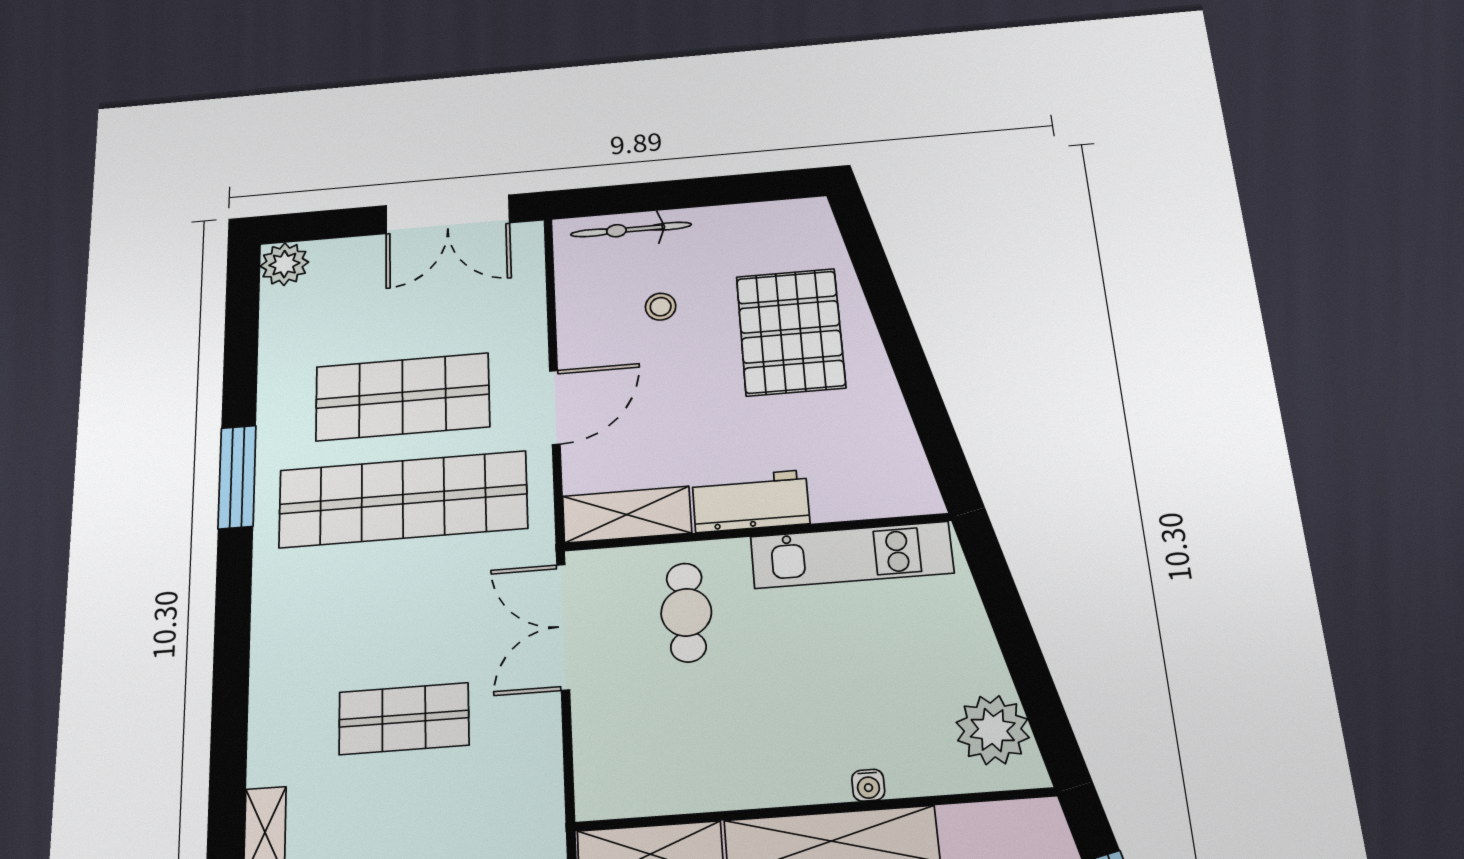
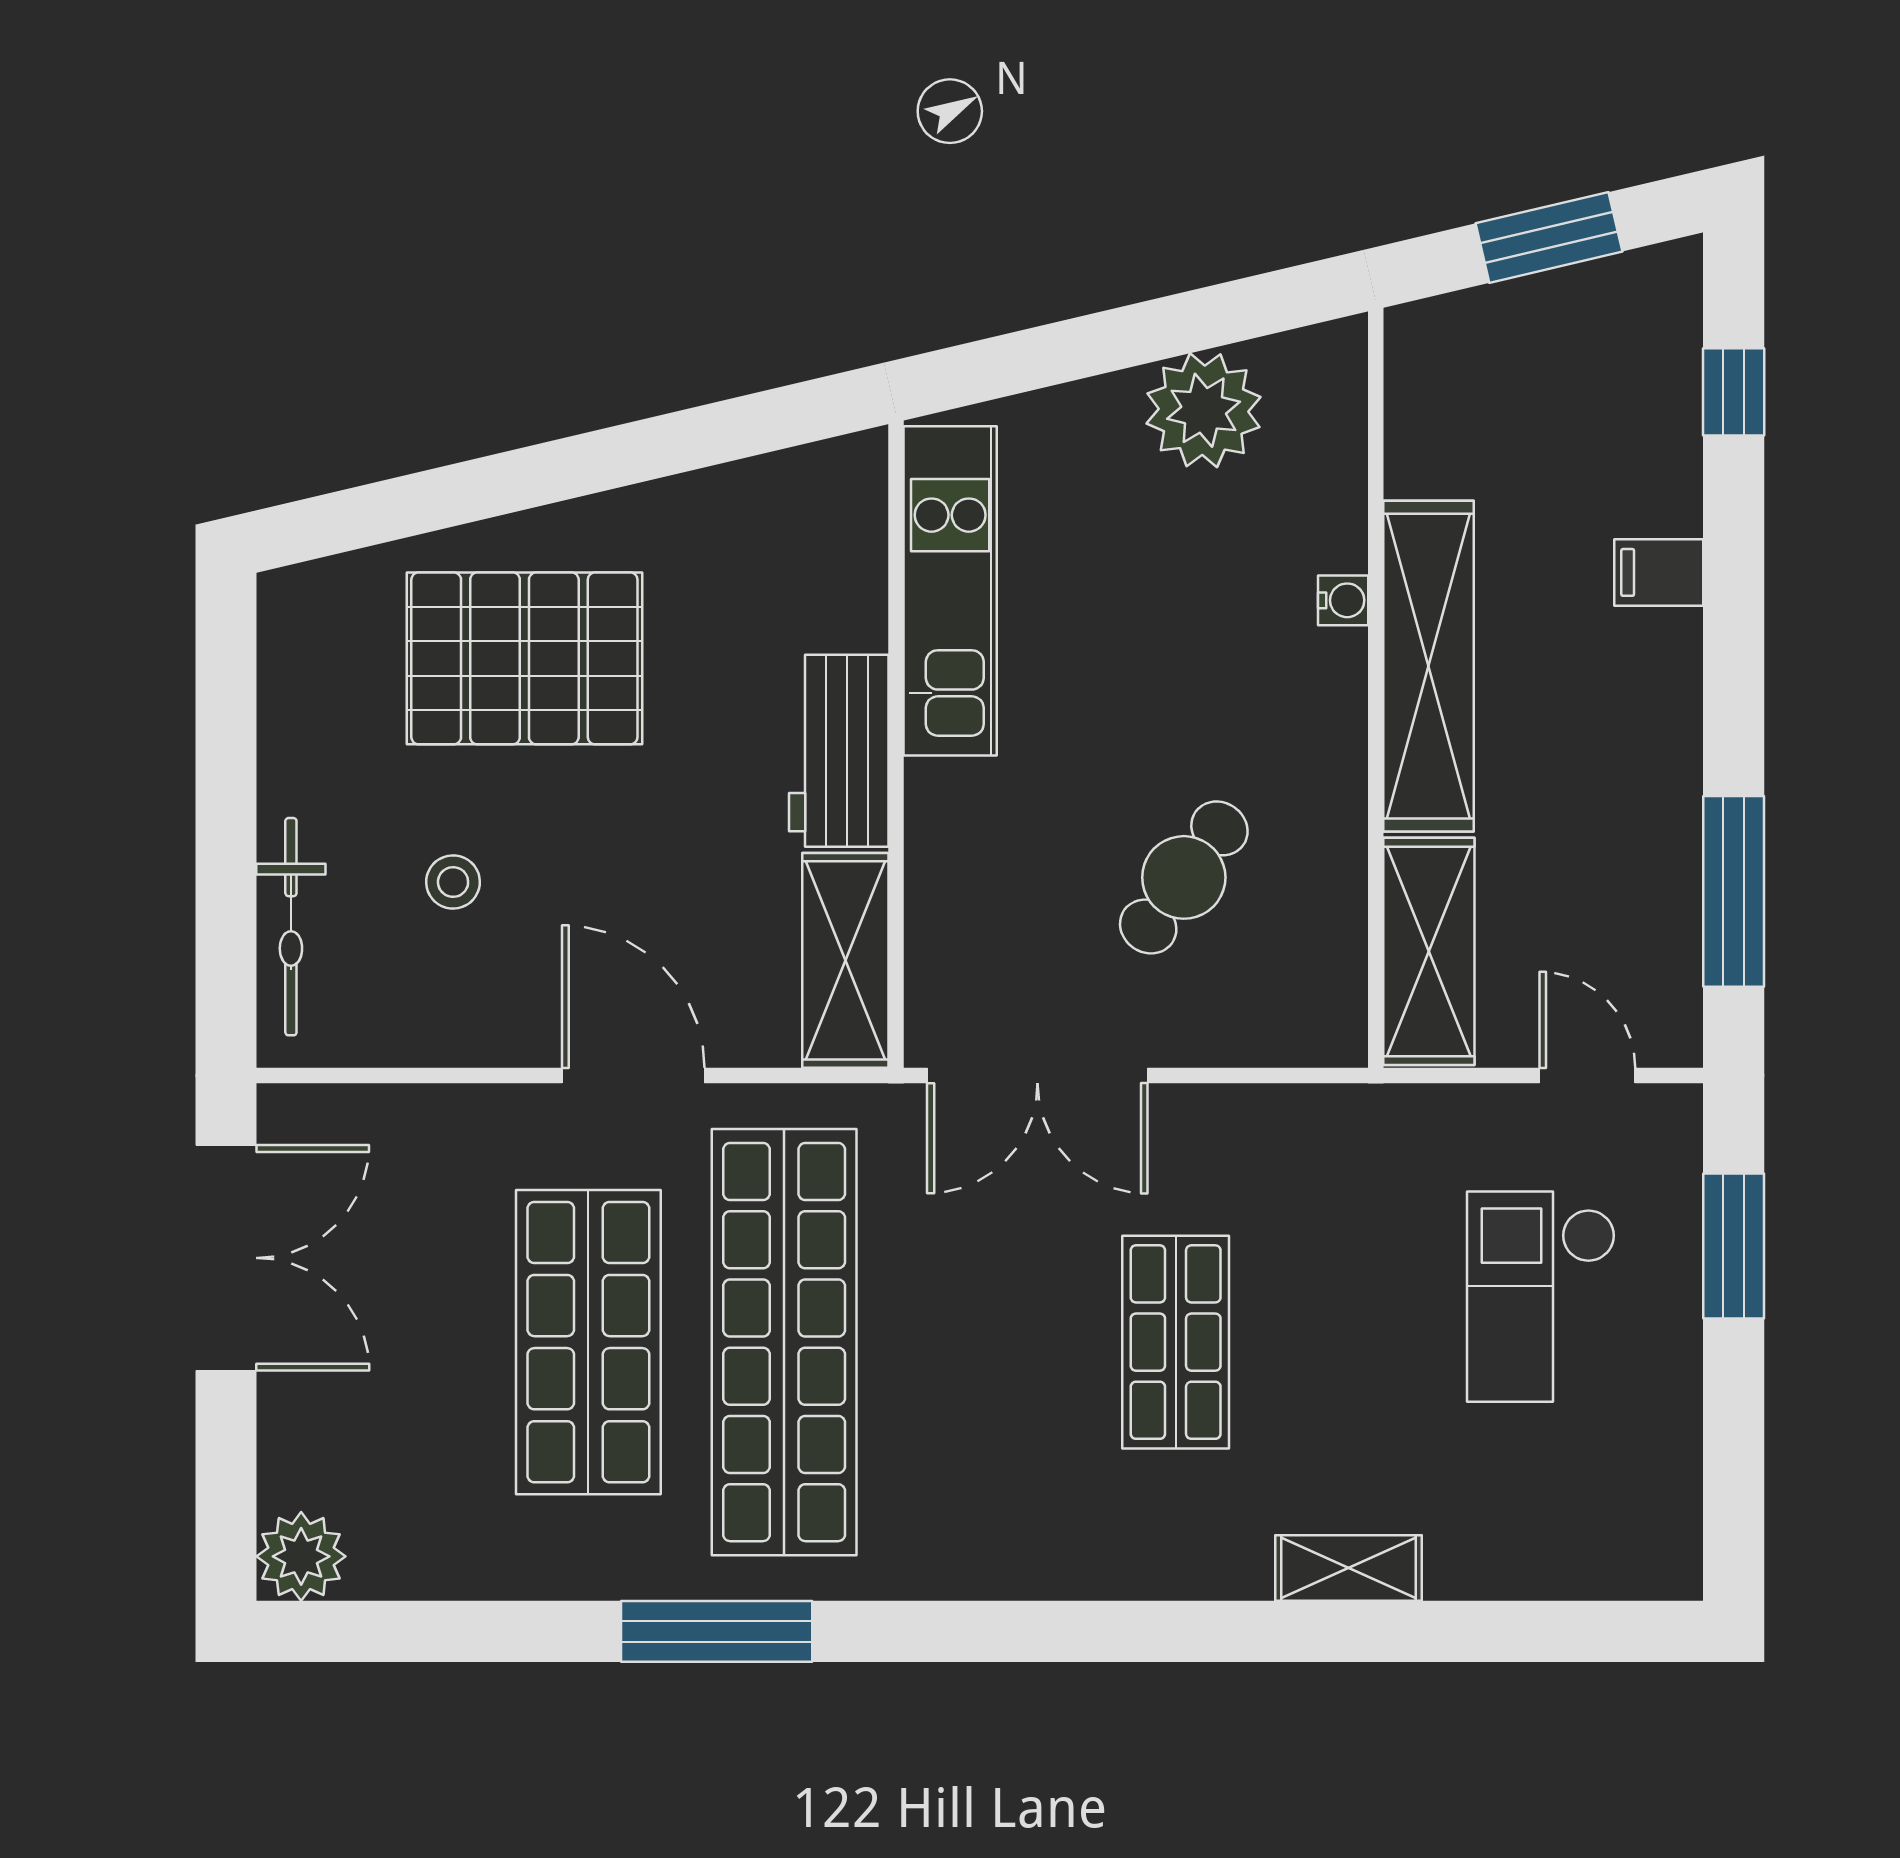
cafe table: (686, 612) -> (1184, 877), moved, turned -54
plant: (993, 730) -> (1204, 410), moved

